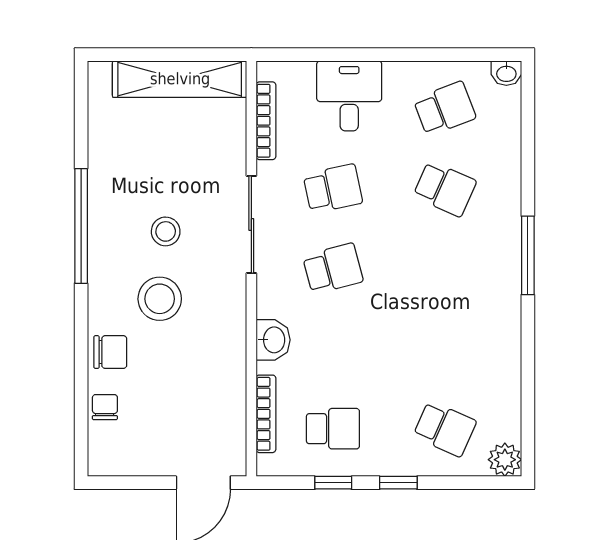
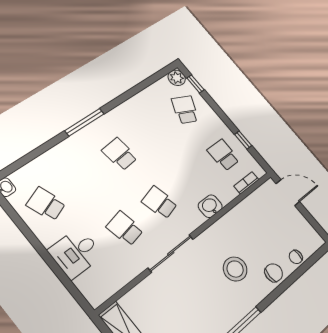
bookcase: (266, 121) -> (119, 283), removed
school desk: (445, 189) -> (120, 154), moved, turned -30
stool: (166, 231) -> (206, 290), removed
chair: (110, 352) -> (274, 273), turned 90
bookcase: (266, 414) -> (246, 183), width x0.64
window: (398, 483) -> (195, 84), moved

